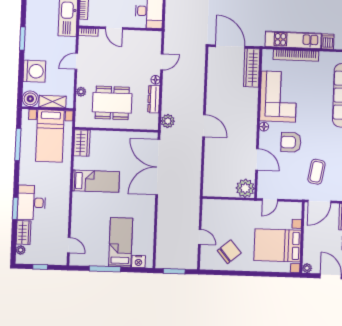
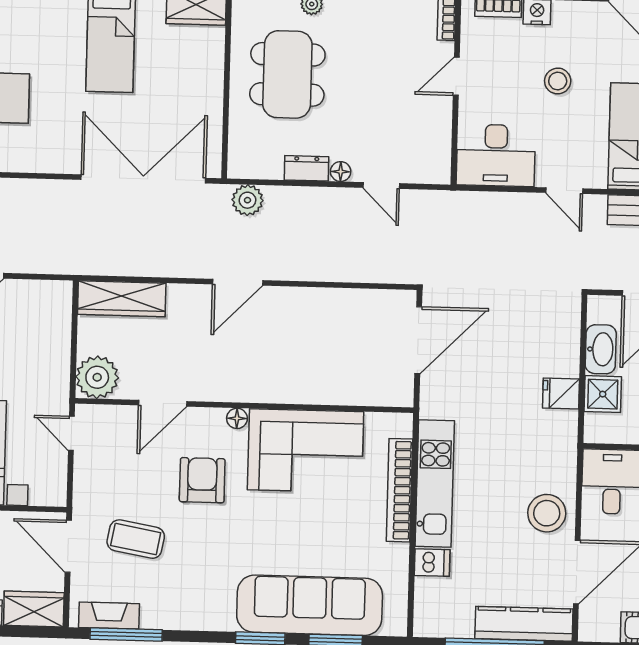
wardrobe: (252, 68) -> (122, 299), moved, turned 180
dresser: (154, 99) -> (307, 168), width x0.70

